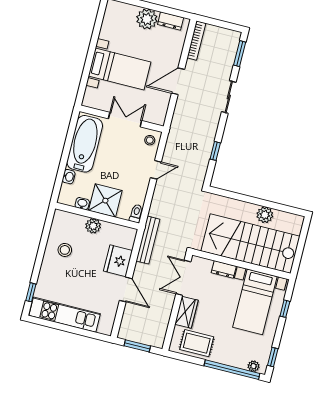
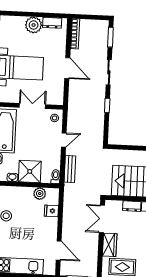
door: (178, 81) -> (67, 68), swing flipped
window: (215, 151) -> (107, 105), moved
plant: (93, 226) -> (40, 194), moved
bench: (148, 240) -> (70, 169), moved, width x0.73
fridge: (118, 261) -> (51, 211), width x0.53, depth x0.75
door: (126, 289) -> (59, 250), moved

